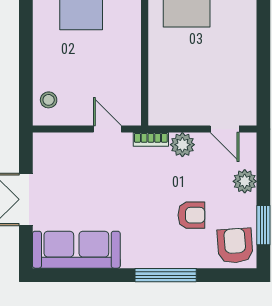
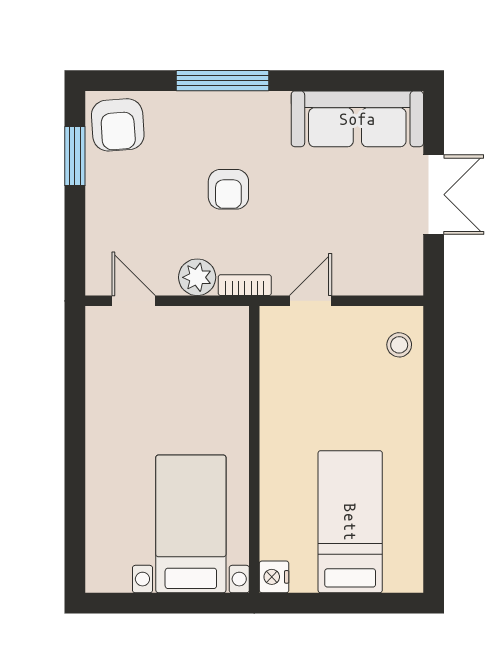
door: (107, 129) -> (311, 301), swing flipped
plant: (245, 181) -> (103, 222), removed
armchair: (191, 215) -> (228, 189), moved, turned -90

